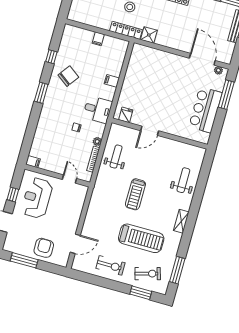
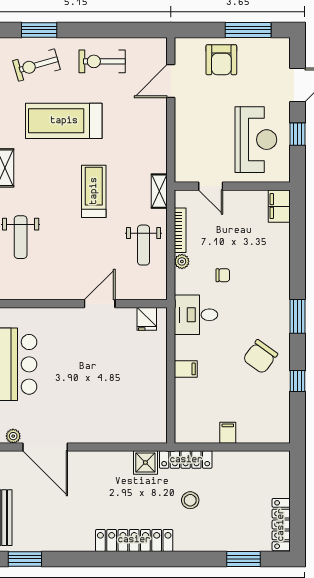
filing cabinet: (33, 162) -> (279, 206), width x2.00
shelving: (99, 184) -> (159, 191), added

